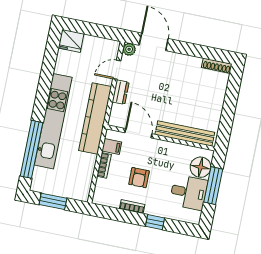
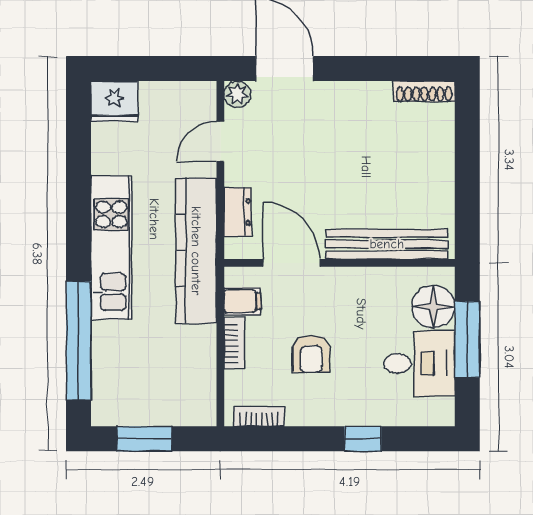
dresser: (121, 92) -> (238, 212), moved
kitchen unit: (53, 121) -> (111, 248), width x0.73
bookcase: (132, 207) -> (259, 416), moved

